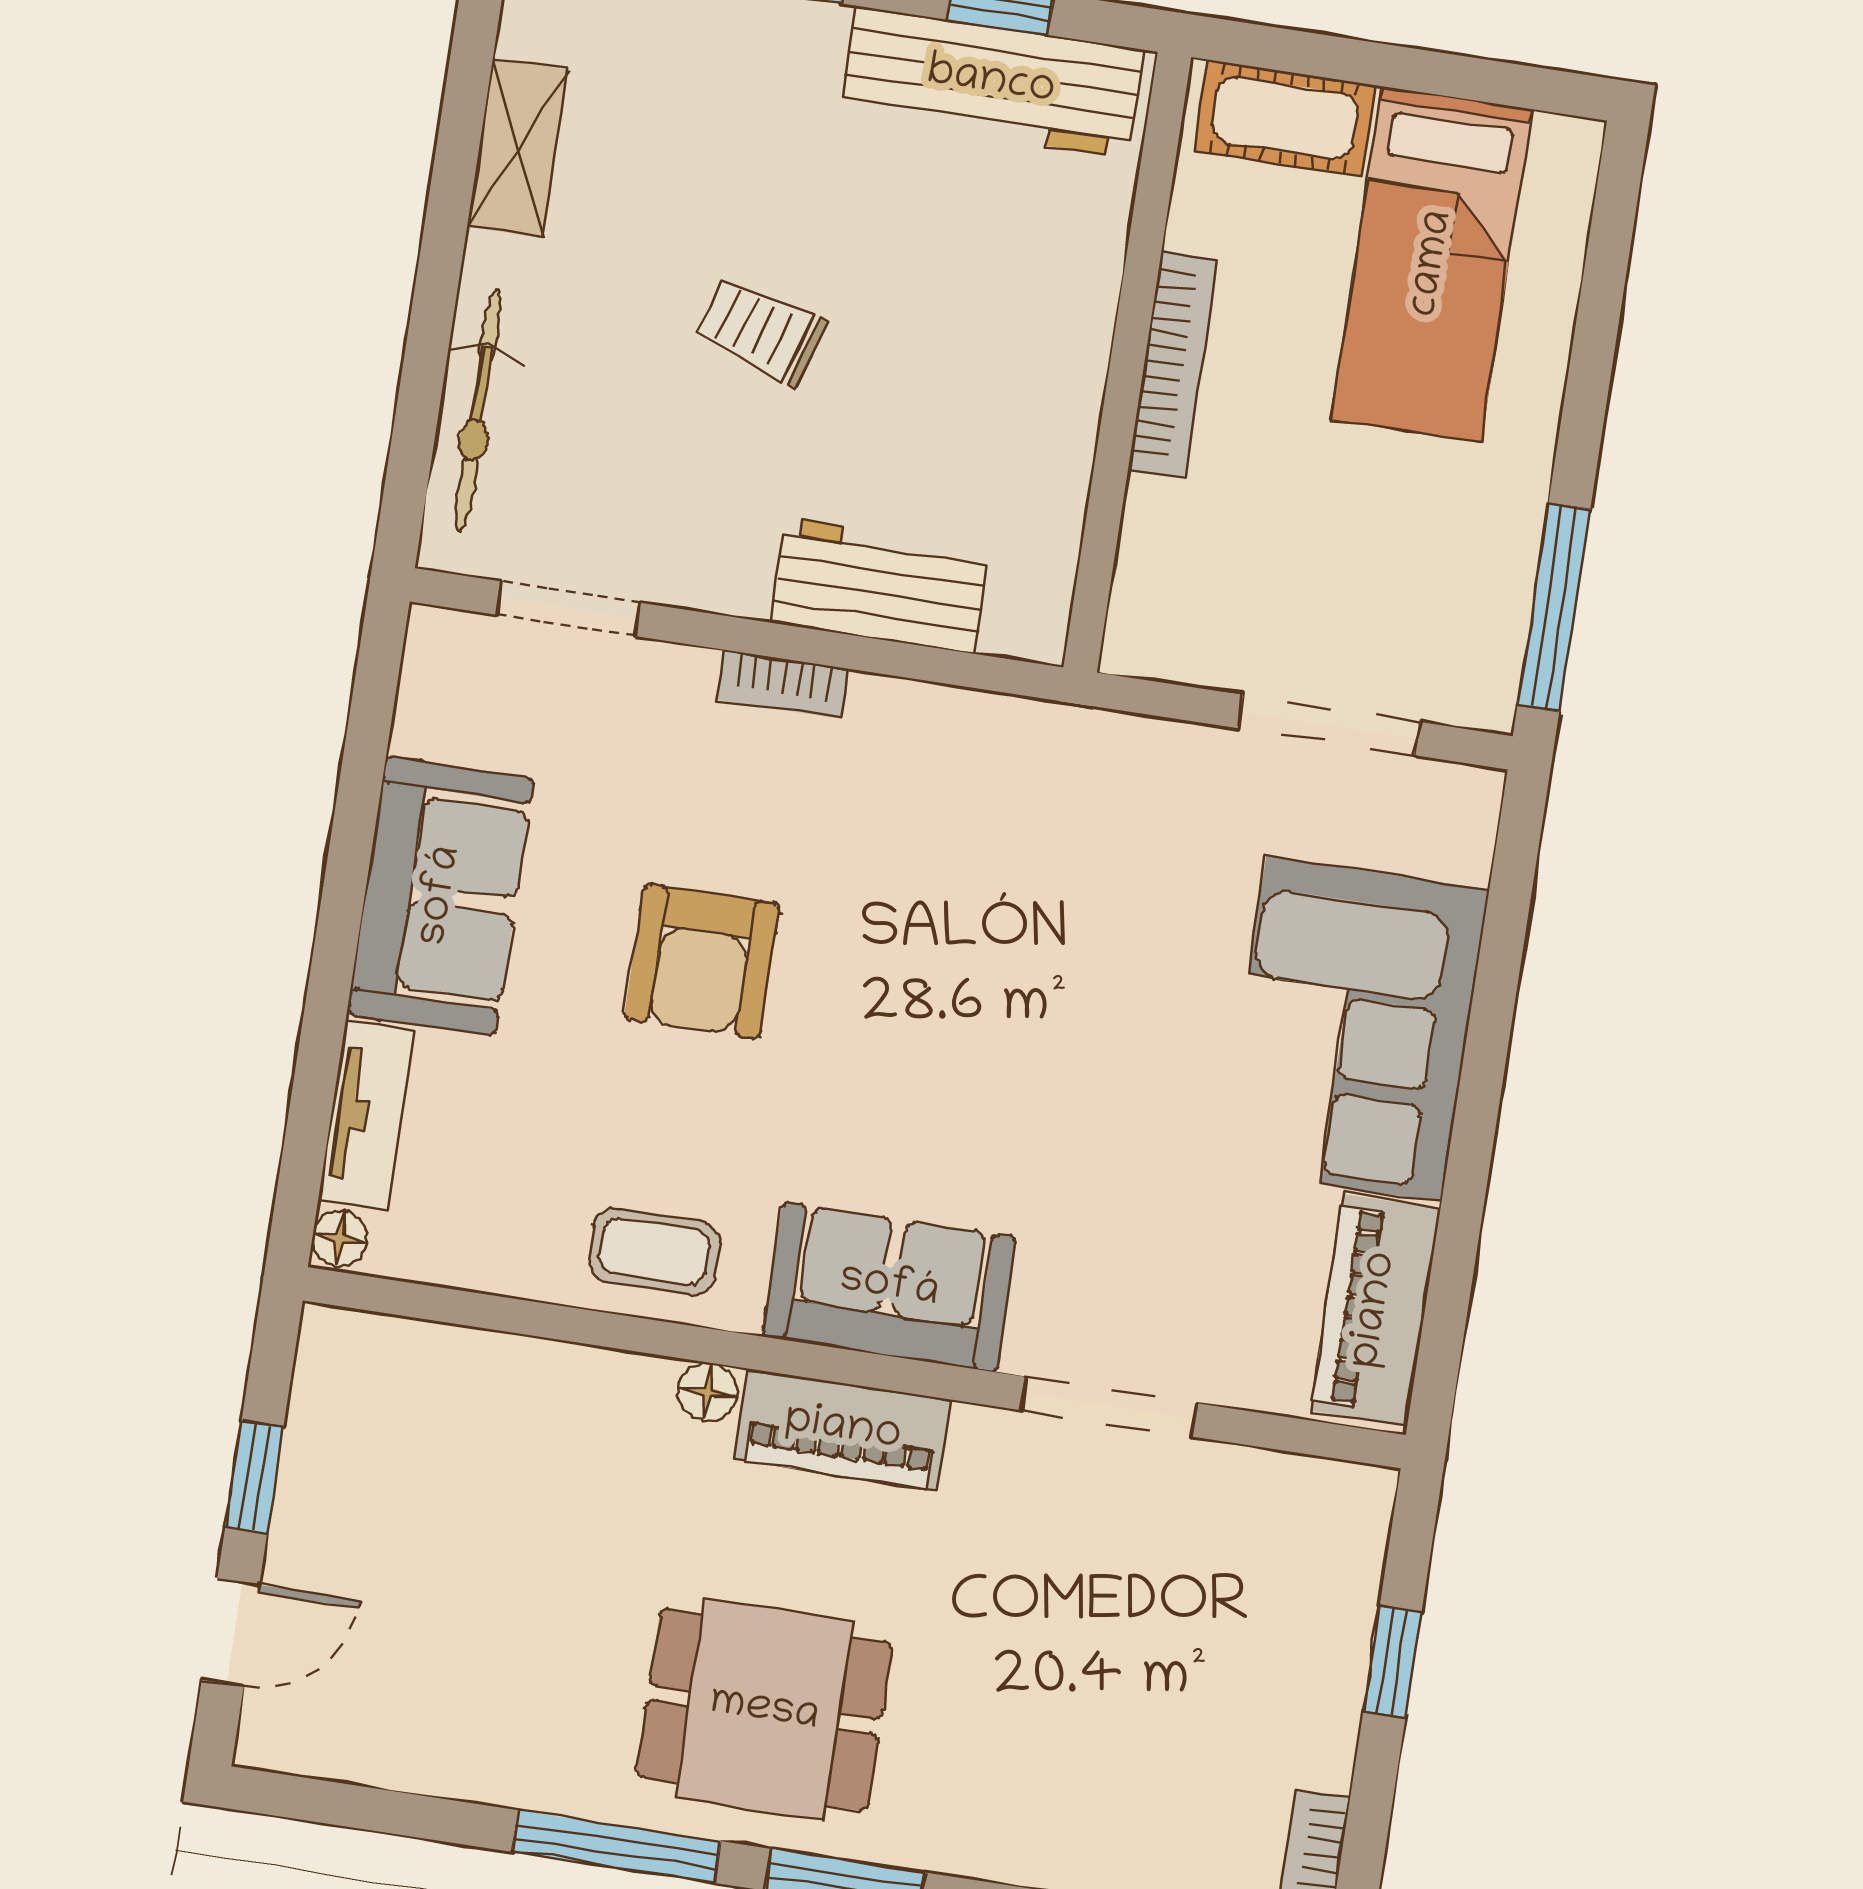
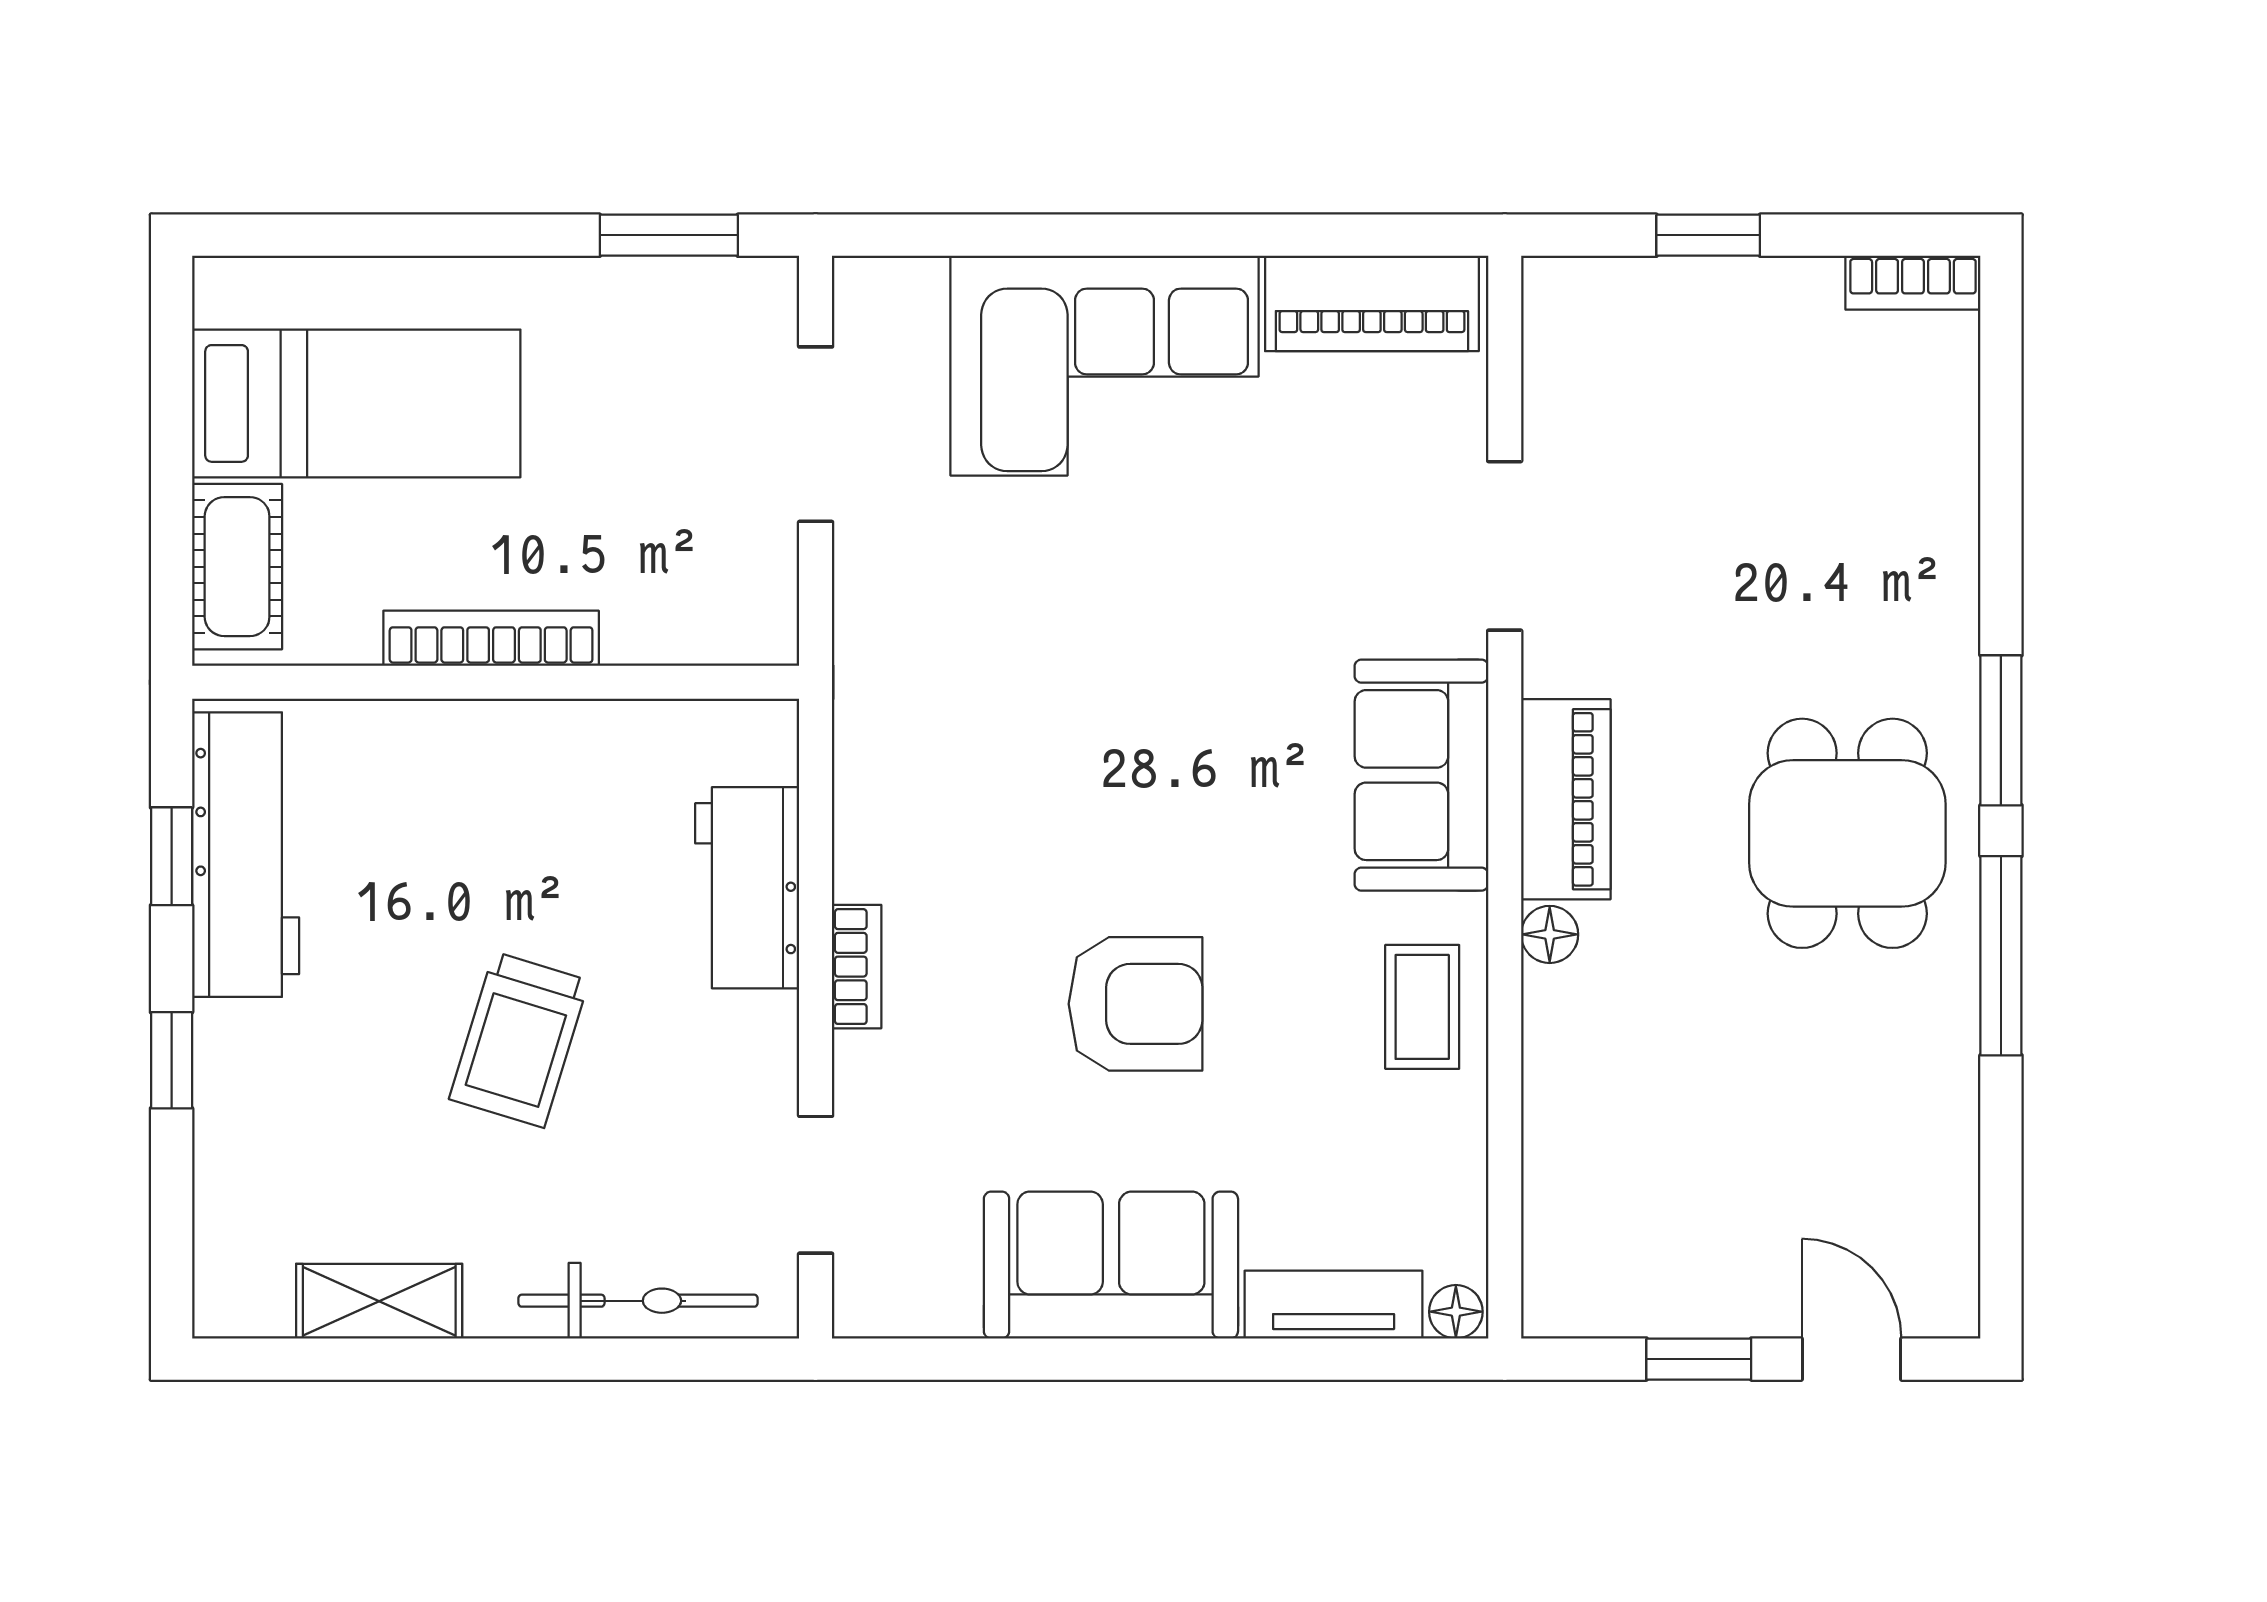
trolley: (761, 331) -> (519, 1040), width x1.36, depth x1.39
window: (1554, 607) -> (669, 235), width x0.69

